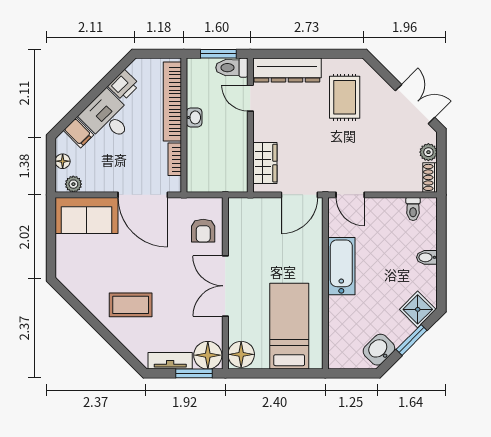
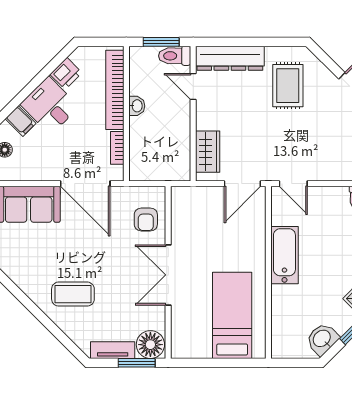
plant: (73, 184) -> (16, 173), removed
floor lamp: (241, 354) -> (184, 344), removed

